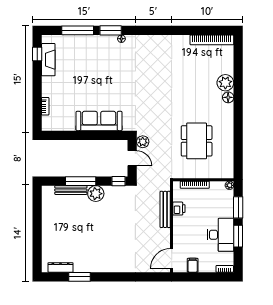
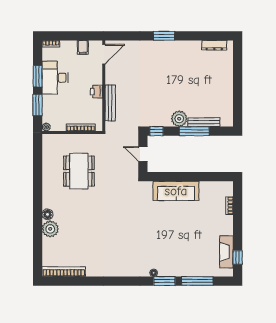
plant: (143, 142) -> (132, 170), removed
printer: (179, 209) -> (96, 92), moved
window: (80, 277) -> (164, 36), moved

